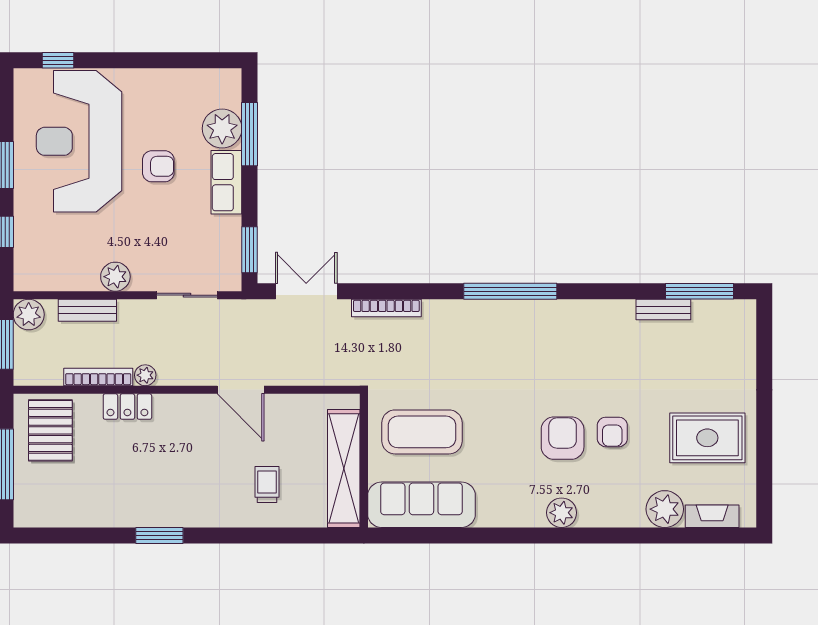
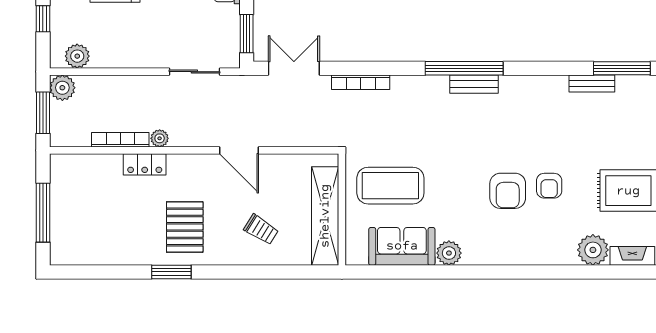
plant: (115, 277) -> (77, 56), moved
bench: (87, 310) -> (474, 84), moved
pallet: (50, 430) -> (185, 227), moved
armchair: (563, 438) -> (508, 191), turned 180
trolley: (267, 484) -> (261, 229), turned 122
sofa: (421, 505) -> (402, 246), width x0.73
plant: (562, 513) -> (449, 253), moved

